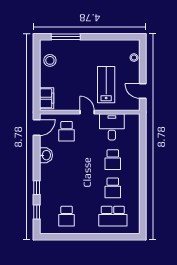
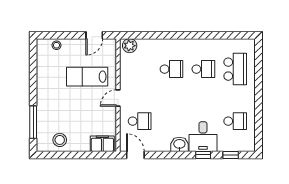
plant: (134, 122) -> (130, 46), added
desk: (112, 127) -> (203, 137), moved, turned -90
washbasin: (46, 155) -> (179, 144), moved

